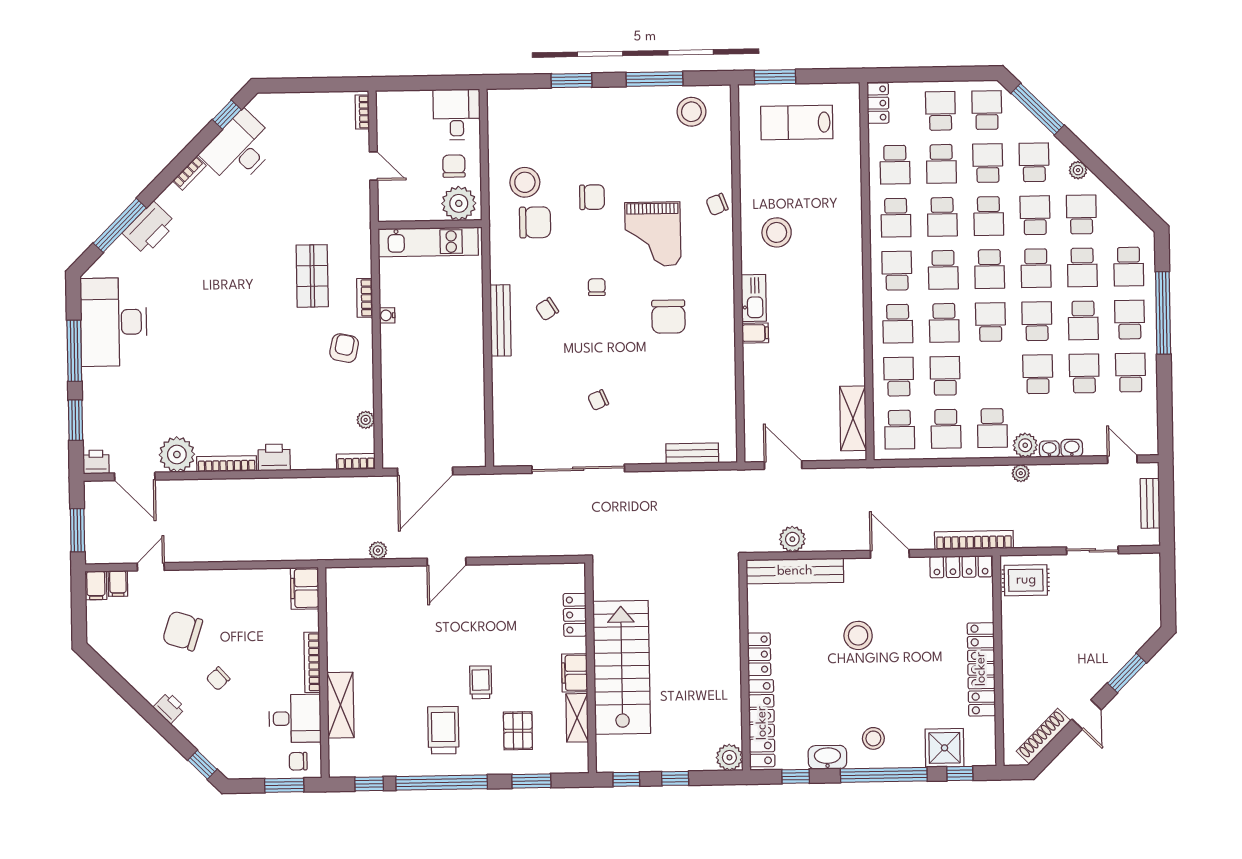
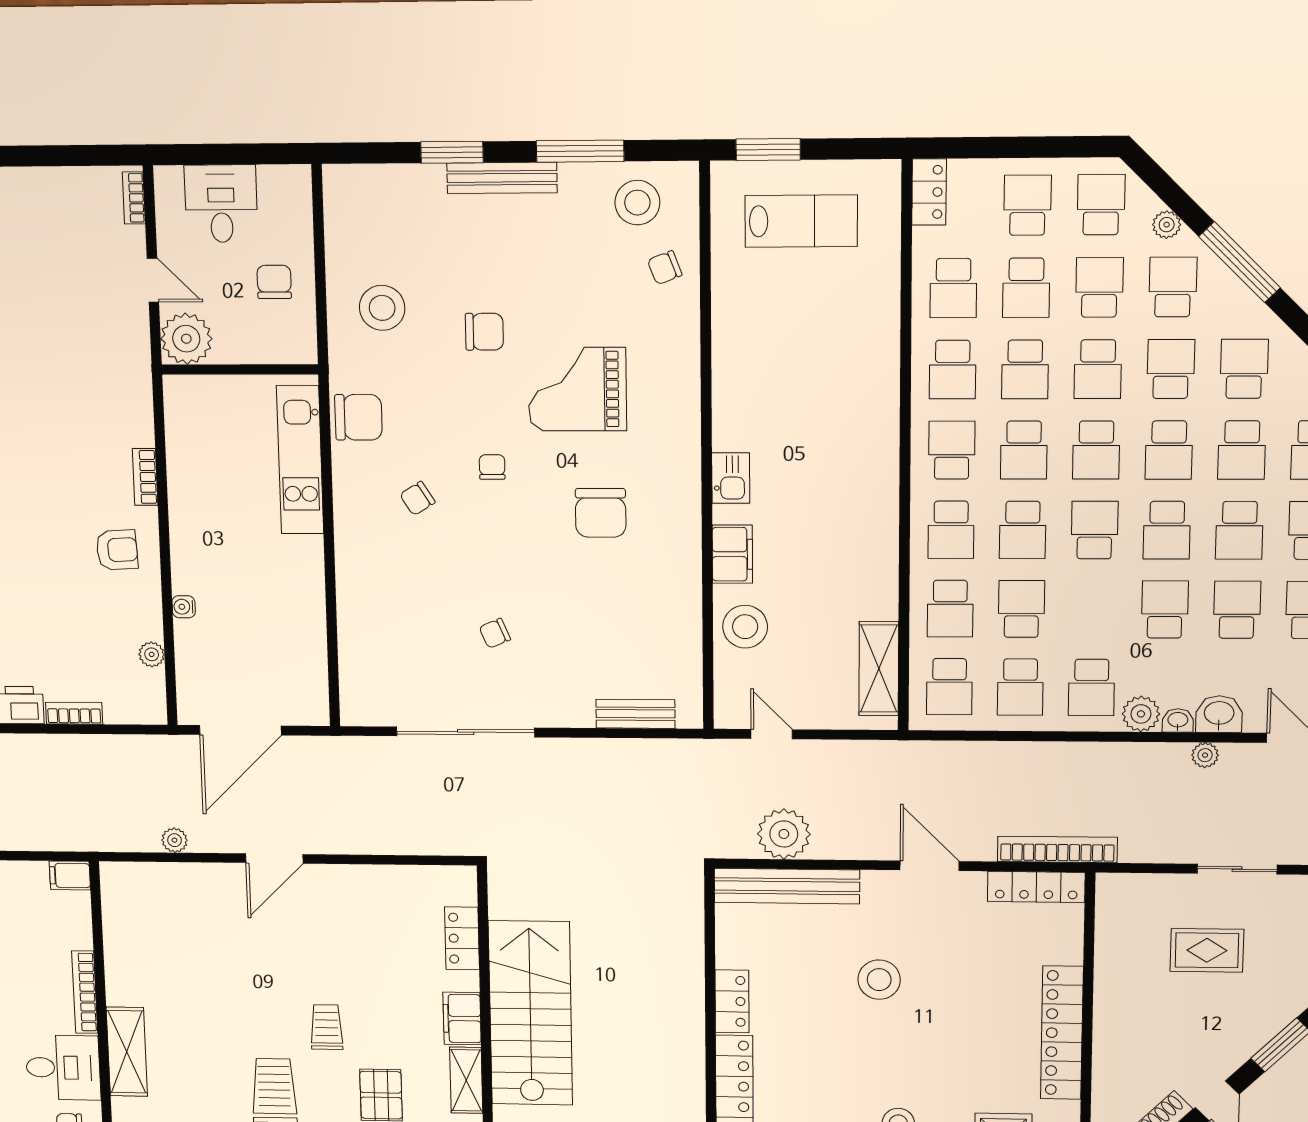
window: (1038, 109) -> (1240, 262), moved
desk: (457, 115) -> (221, 204), moved
lab bench: (797, 123) -> (801, 221), turned 180
plant: (1078, 170) -> (1167, 225), moved
plant: (459, 203) -> (186, 339), moved
chair: (717, 204) -> (665, 268), moved
chair: (535, 222) -> (358, 417), moved
stool: (777, 232) -> (745, 627), moved
grand piano: (653, 234) -> (577, 389), turned 90
kitchen unit: (428, 242) -> (300, 460), moved, turned 90
shop shelf: (312, 276) -> (67, 443), removed
kitchen sink: (754, 298) -> (731, 478), width x0.73
water cooler: (387, 315) -> (184, 607), moved
bench: (500, 320) -> (502, 178), moved, turned 90
school desk: (1037, 321) -> (1167, 530), turned 180
filing cabinet: (755, 333) -> (732, 554), width x2.00
armchair: (344, 348) -> (117, 550), turned 75
school desk: (899, 377) -> (950, 609), turned 180
washbasin: (1072, 448) -> (1219, 714), width x1.38, depth x1.45
bookcase: (356, 462) -> (74, 713), moved
door: (783, 465) -> (772, 734), width x0.73
plant: (1021, 473) -> (1205, 755), moved
plant: (792, 539) -> (784, 834), width x1.36, depth x1.36
rug: (1026, 580) -> (1207, 950), moved
filing cabinet: (305, 588) -> (70, 875), width x0.50

